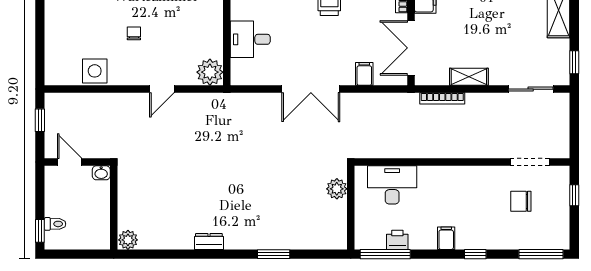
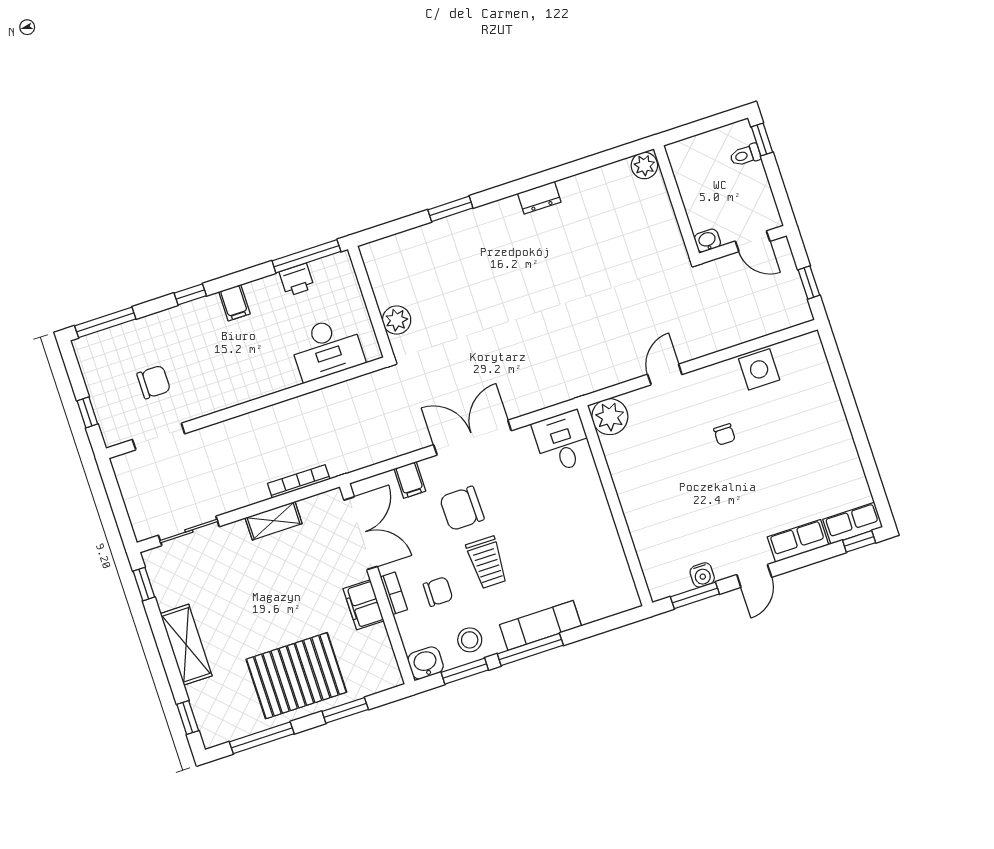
desk: (250, 39) -> (562, 442), moved, turned -90
chair: (334, 42) -> (462, 508), added

